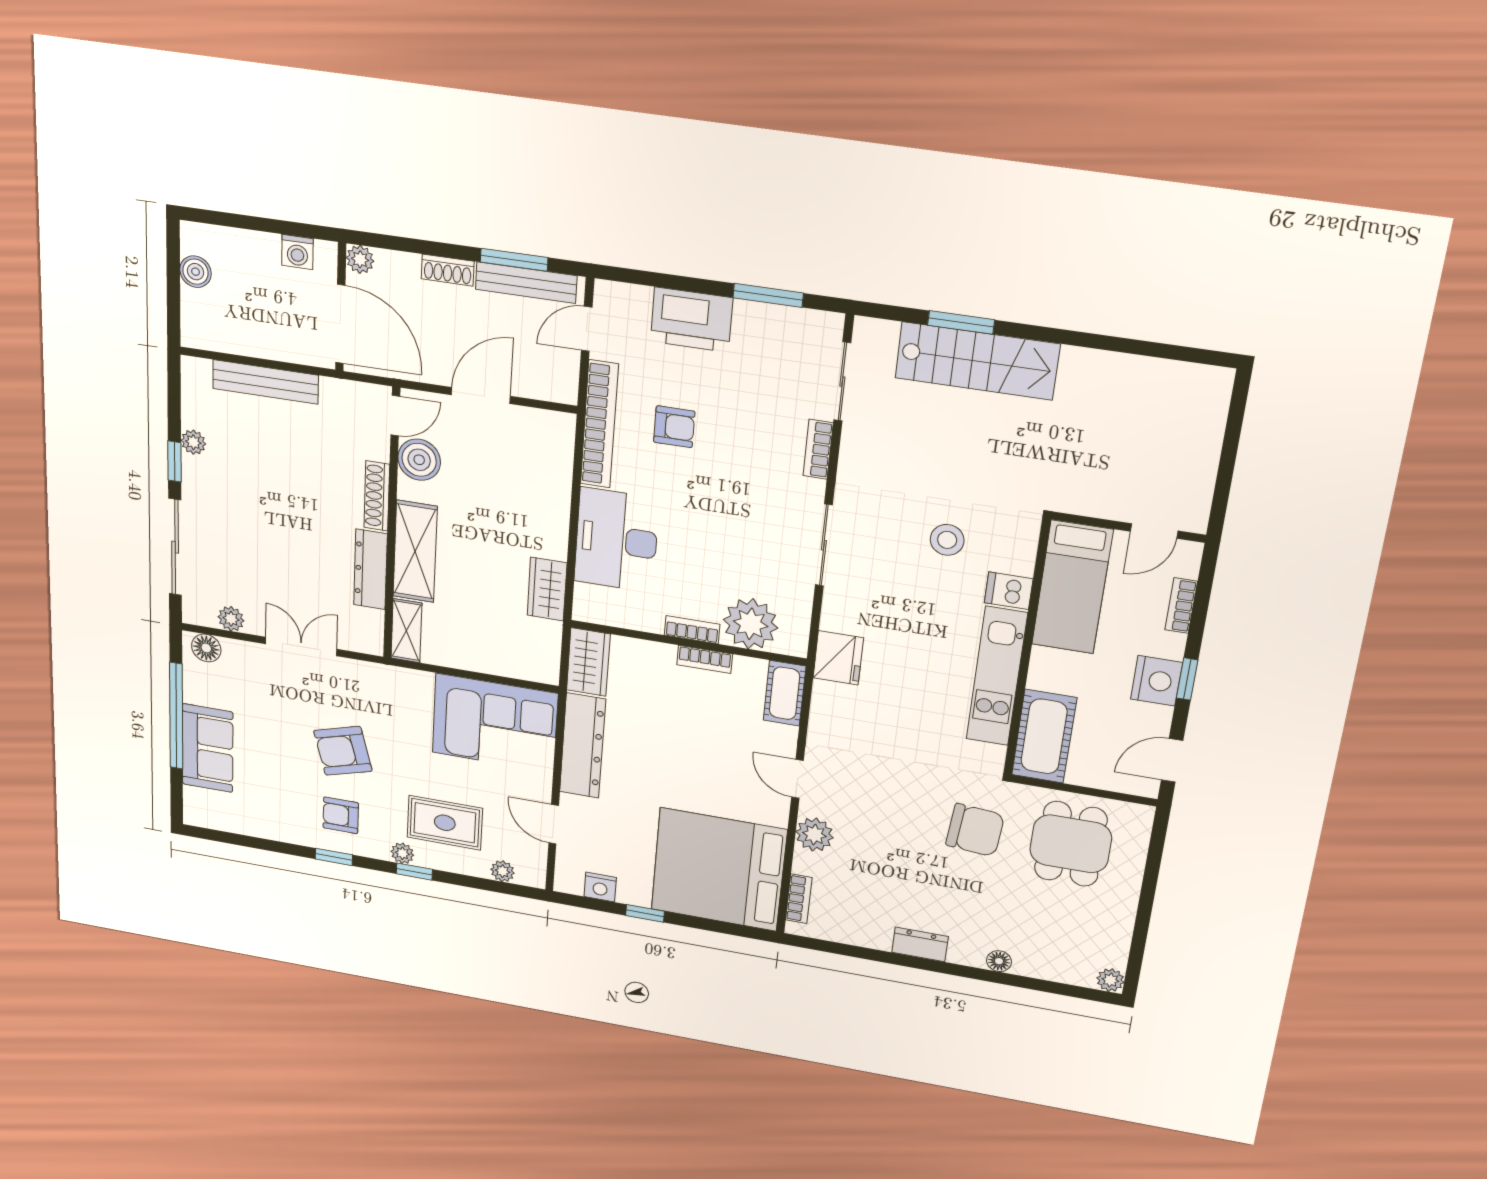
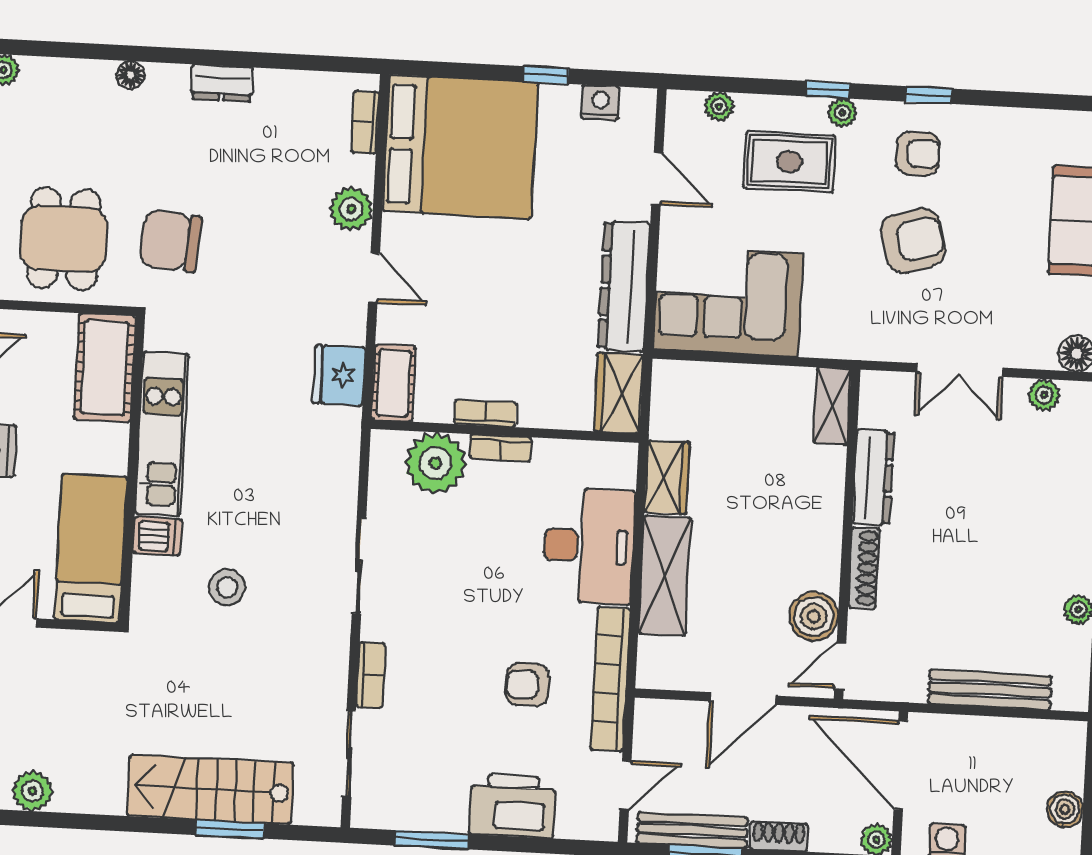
plant: (1152, 376) -> (33, 791), added
shelving: (415, 551) -> (665, 576), moved
fridge: (838, 658) -> (339, 375), moved

